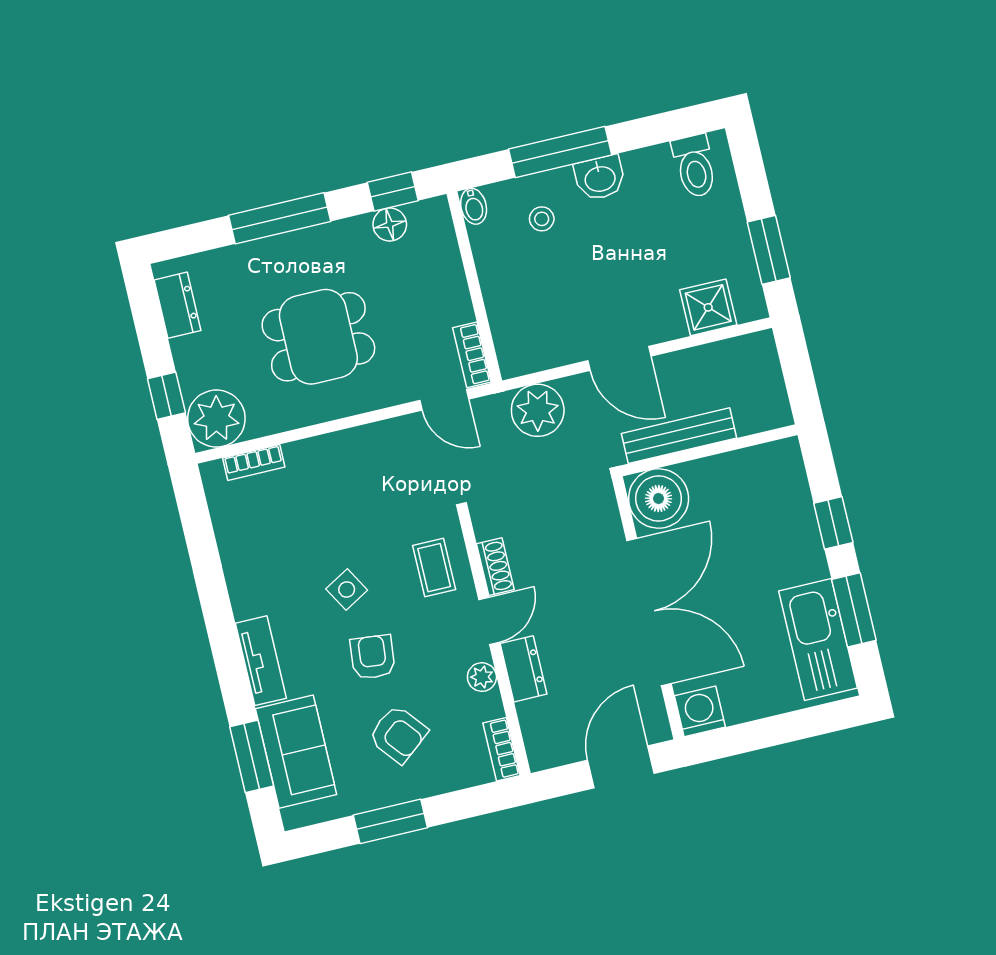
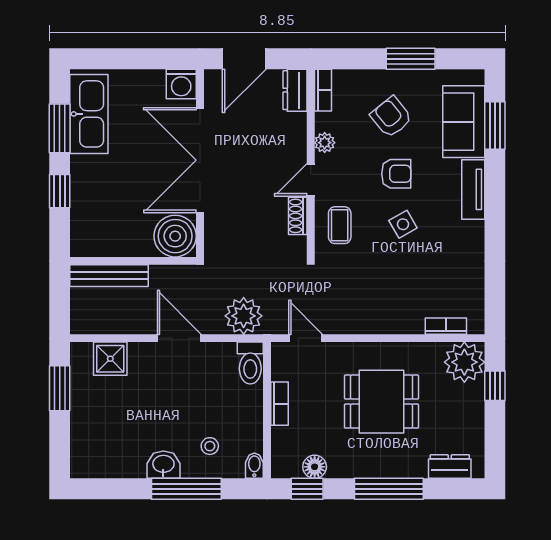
toilet: (695, 166) -> (250, 363), moved, turned 180
dresser: (178, 305) -> (450, 467), moved, turned 90
bookcase: (472, 355) -> (279, 404), moved
bench: (679, 436) -> (109, 276), moved
armchair: (373, 657) -> (396, 174), turned -96
dresser: (523, 669) -> (295, 90), moved

